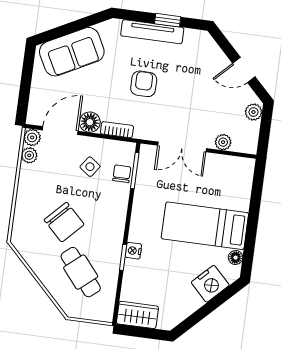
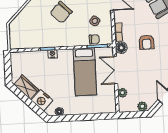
armchair: (144, 84) -> (147, 42), turned 90
floor lamp: (90, 122) -> (121, 48), moved
bed: (205, 226) -> (85, 72), moved, turned 180
cafe table: (81, 272) -> (35, 27), removed
wardrobe: (137, 315) -> (26, 87), moved, turned -45

